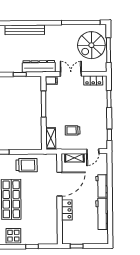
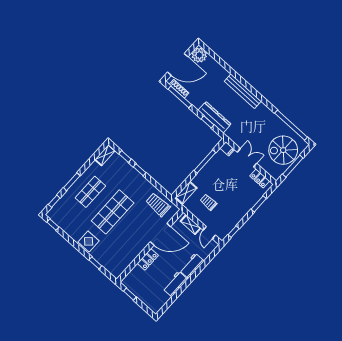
dresser: (39, 66) -> (214, 117), moved
door: (93, 151) -> (209, 233), hinge flipped
trolley: (27, 165) -> (158, 205), moved, turned 180
workbench: (102, 214) -> (175, 284), width x0.73

